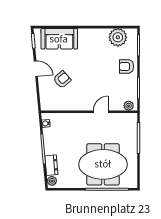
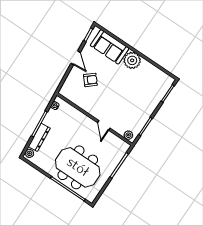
plant: (118, 37) -> (132, 60), moved
armchair: (126, 66) -> (147, 104), removed
door: (101, 112) -> (104, 125), swing flipped
dresser: (51, 165) -> (39, 137), width x1.44

